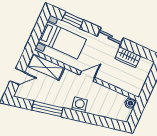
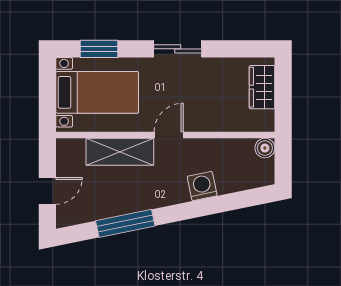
wardrobe: (128, 57) -> (262, 87), moved, turned 90
shelving: (46, 67) -> (120, 152), moved
washing machine: (80, 105) -> (202, 186), moved

